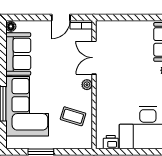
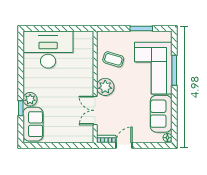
double door: (94, 58) -> (95, 110), swing flipped
plant: (87, 85) -> (105, 87), width x1.87, depth x1.87
printer: (111, 142) -> (80, 37), removed

